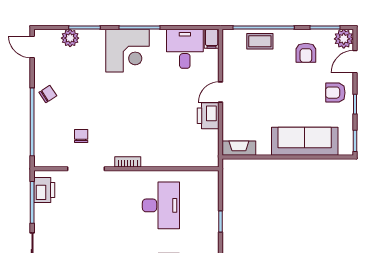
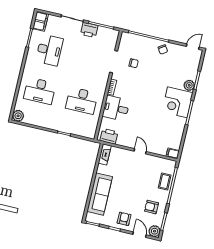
plant: (70, 38) -> (189, 85), moved
desk: (185, 49) -> (116, 108), moved, turned 180
printer: (208, 116) -> (109, 136), moved
printer: (44, 190) -> (89, 30), moved

